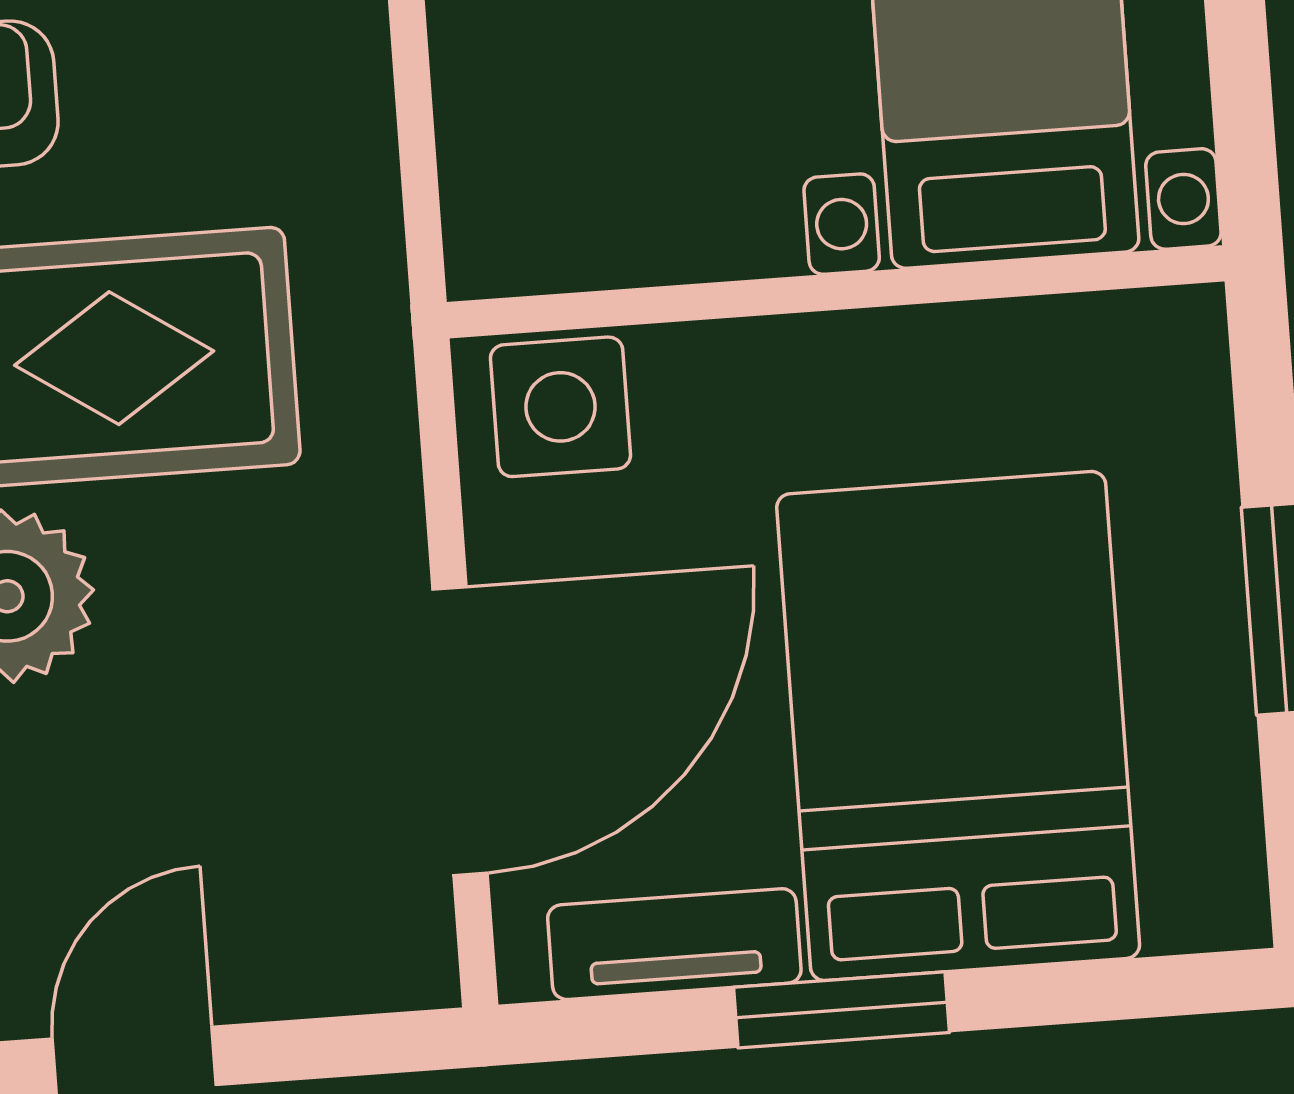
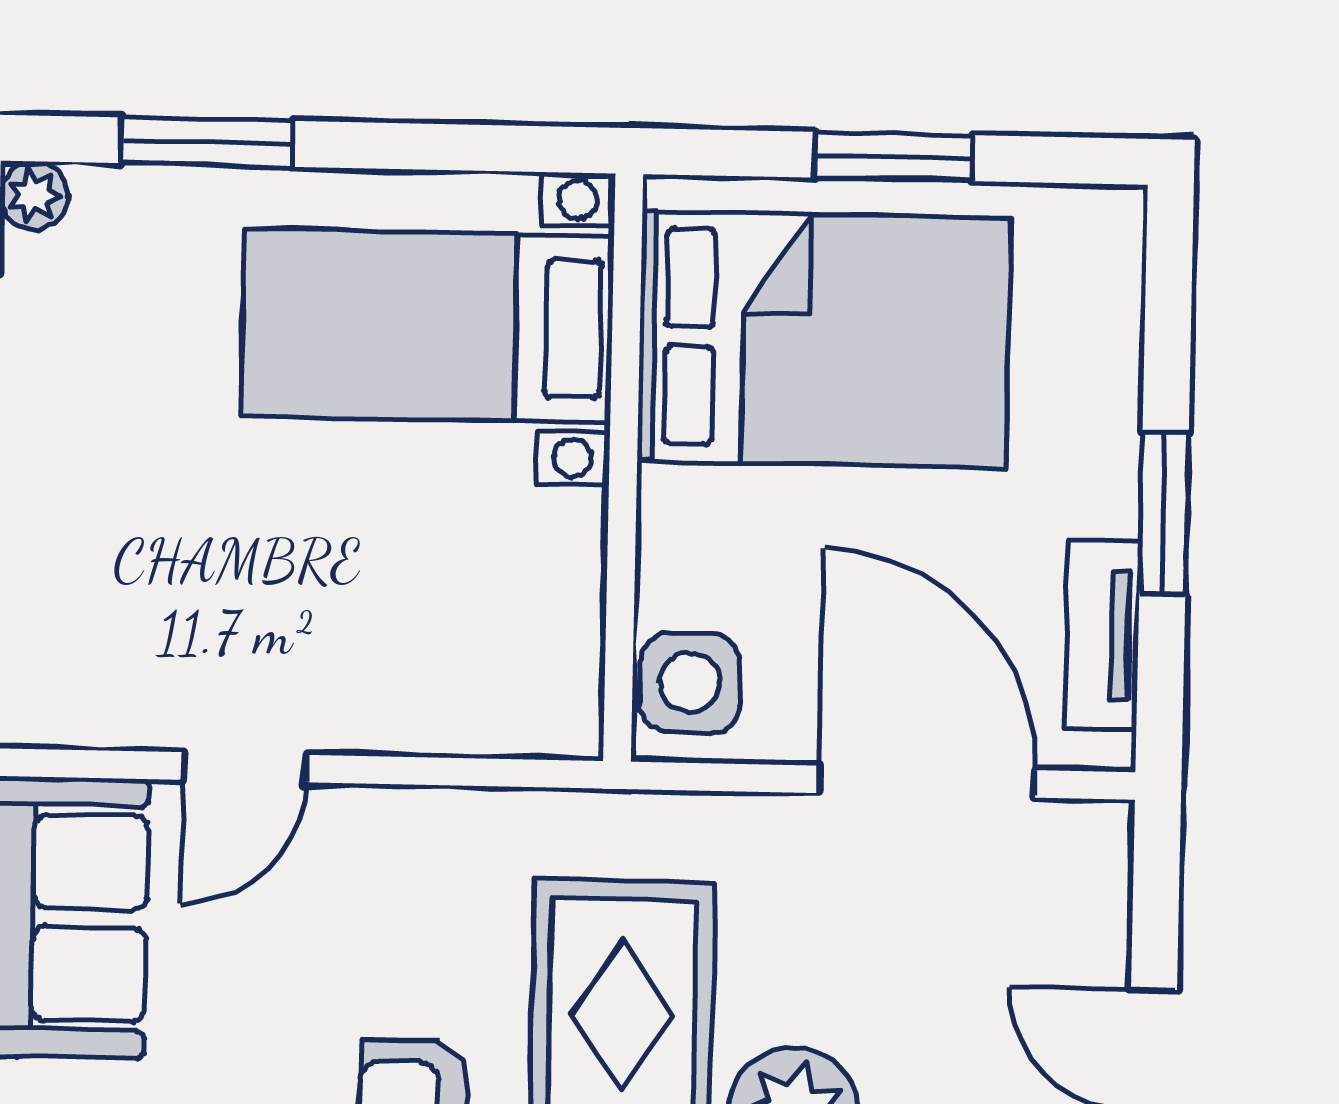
bed: (958, 726) -> (824, 339), moved, turned 180

